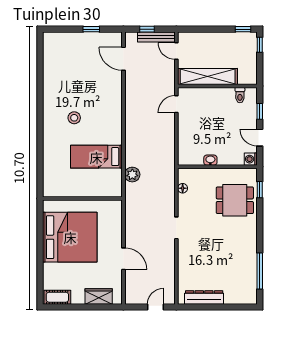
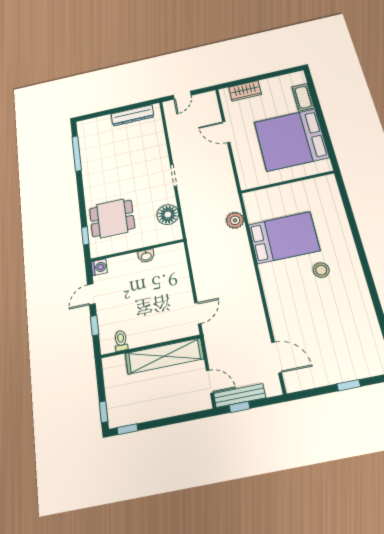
window: (91, 29) -> (349, 385), moved
window: (147, 29) -> (240, 407), moved
door: (260, 138) -> (91, 294), swing flipped
bed: (96, 157) -> (284, 238), width x1.50
floor lamp: (183, 188) -> (168, 215), width x1.89, depth x1.89
cot: (57, 297) -> (303, 97), moved, turned 90

